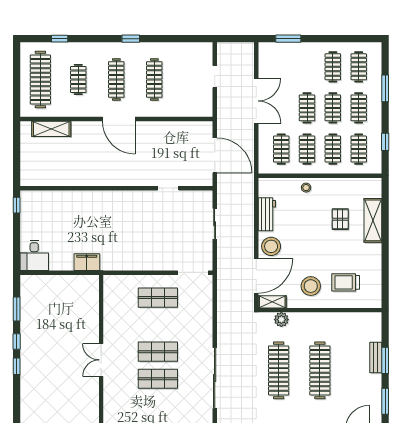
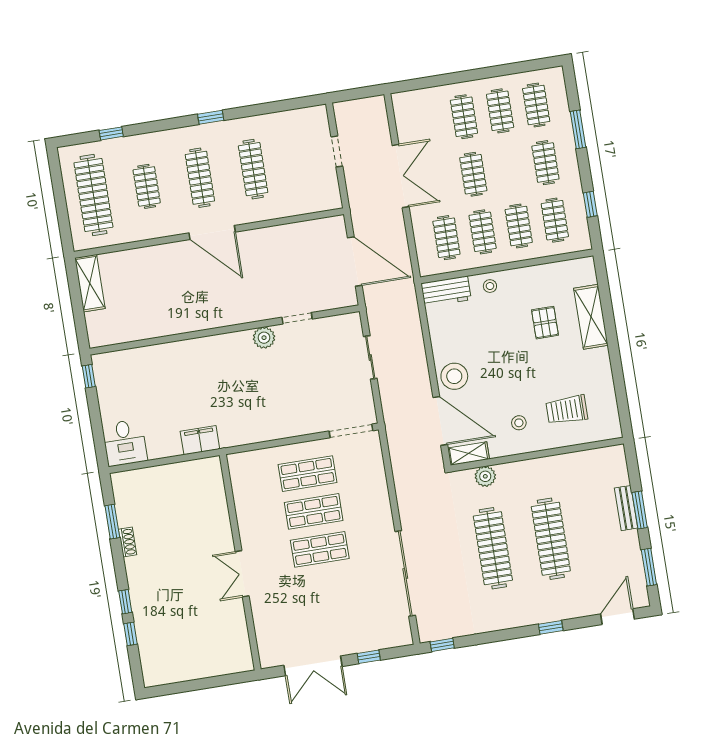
window: (288, 39) -> (431, 82), removed
clothes rail: (333, 108) -> (464, 117), moved
shelving: (51, 129) -> (90, 283), moved, turned 90
plant: (143, 198) -> (264, 338), added
workbench: (267, 214) -> (446, 291), moved, turned 90
door: (256, 276) -> (440, 421), hinge flipped
stool: (311, 286) -> (519, 423), width x0.53, depth x0.53
shoe rack: (25, 325) -> (128, 542), added
window: (17, 341) -> (130, 634), moved
shop shelf: (158, 379) -> (314, 511), moved

